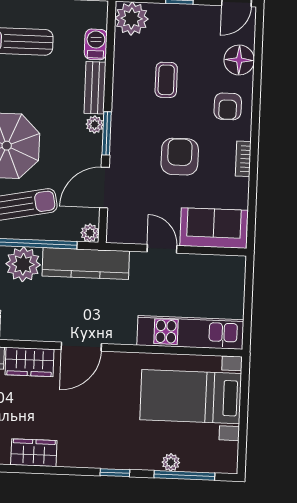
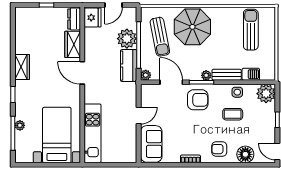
side table: (127, 70) -> (237, 92), added
armchair: (180, 157) -> (198, 100), moved
kitchen counter: (86, 264) -> (129, 66), width x0.67
wardrobe: (34, 453) -> (22, 67), moved

